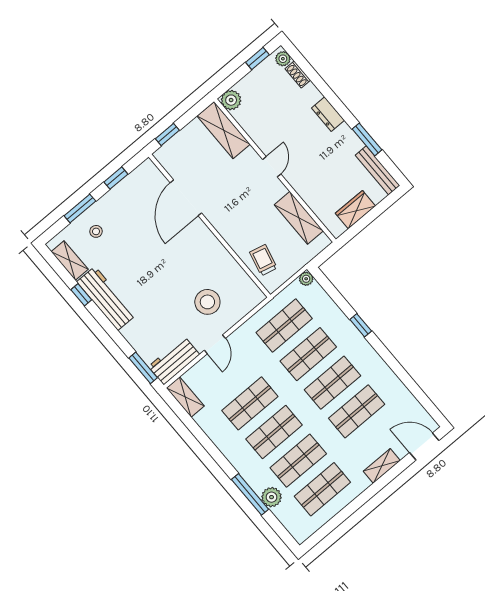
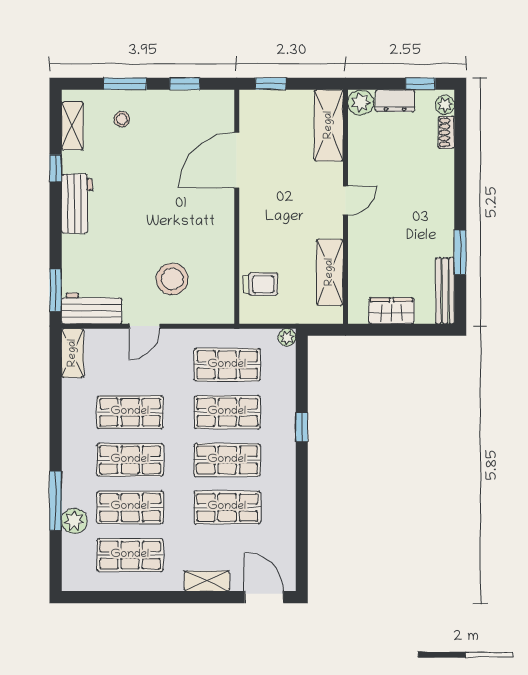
dresser: (328, 114) -> (395, 101), moved, turned -90
trolley: (263, 260) -> (261, 284), turned 76
workbench: (106, 298) -> (77, 204), width x0.73

